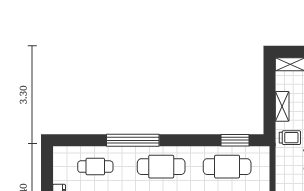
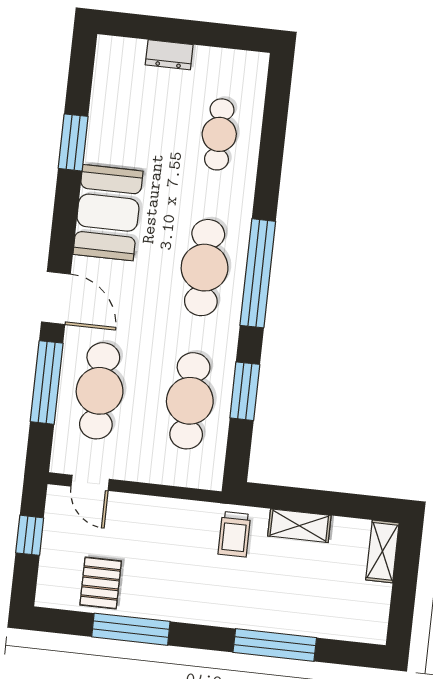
window: (133, 140) -> (258, 273), moved
window: (235, 140) -> (245, 391), moved

